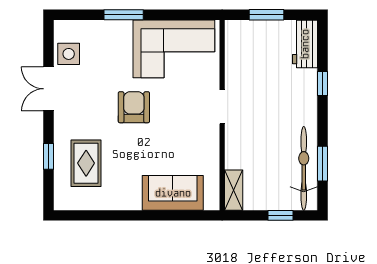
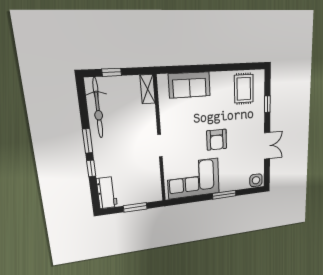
side table: (69, 54) -> (256, 180), moved
rug: (86, 163) -> (244, 89), moved
window: (322, 164) -> (88, 141), moved

